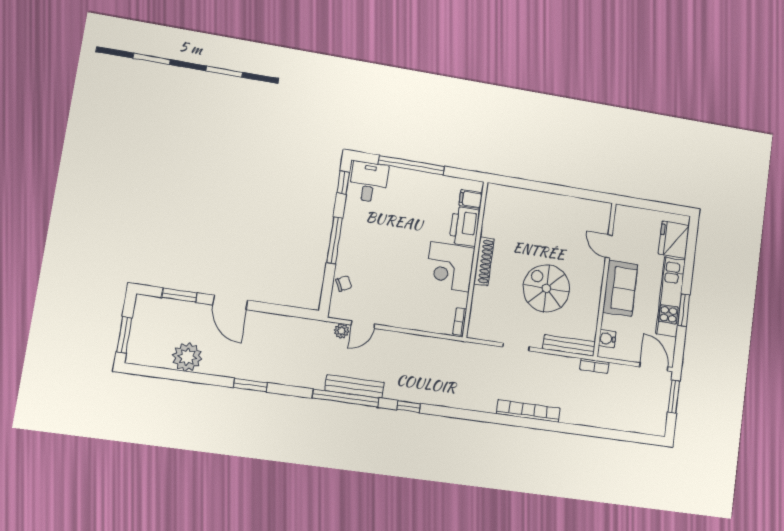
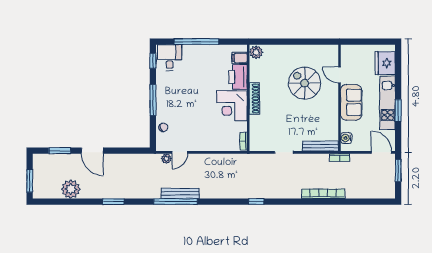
plant: (495, 195) -> (256, 52), added
spiral stairs: (546, 288) -> (305, 83), moved
window: (409, 407) -> (256, 202), moved
bookcase: (528, 411) -> (323, 194), moved

